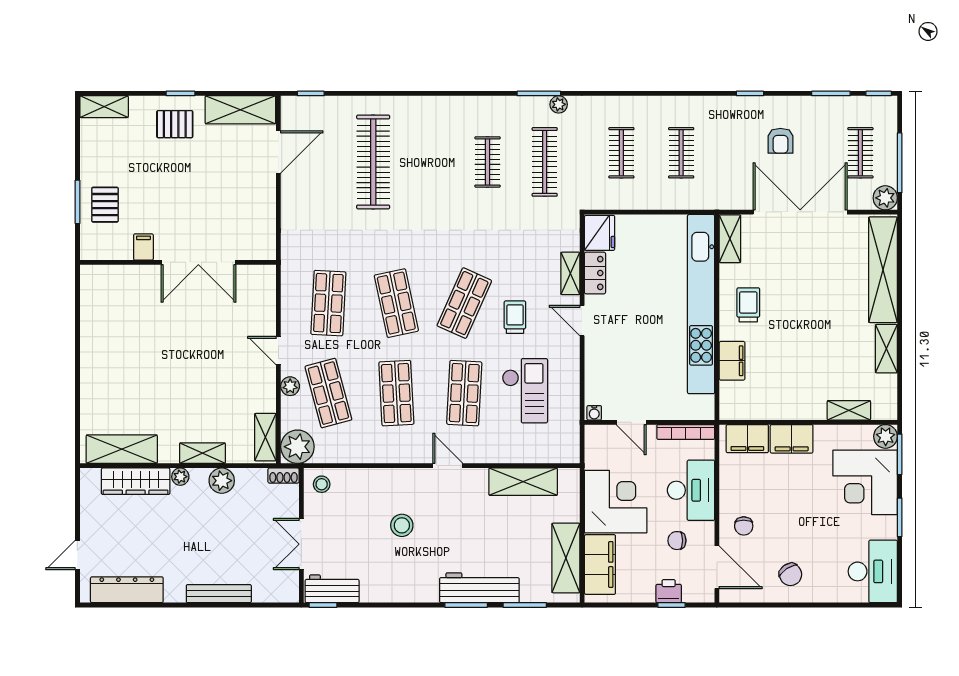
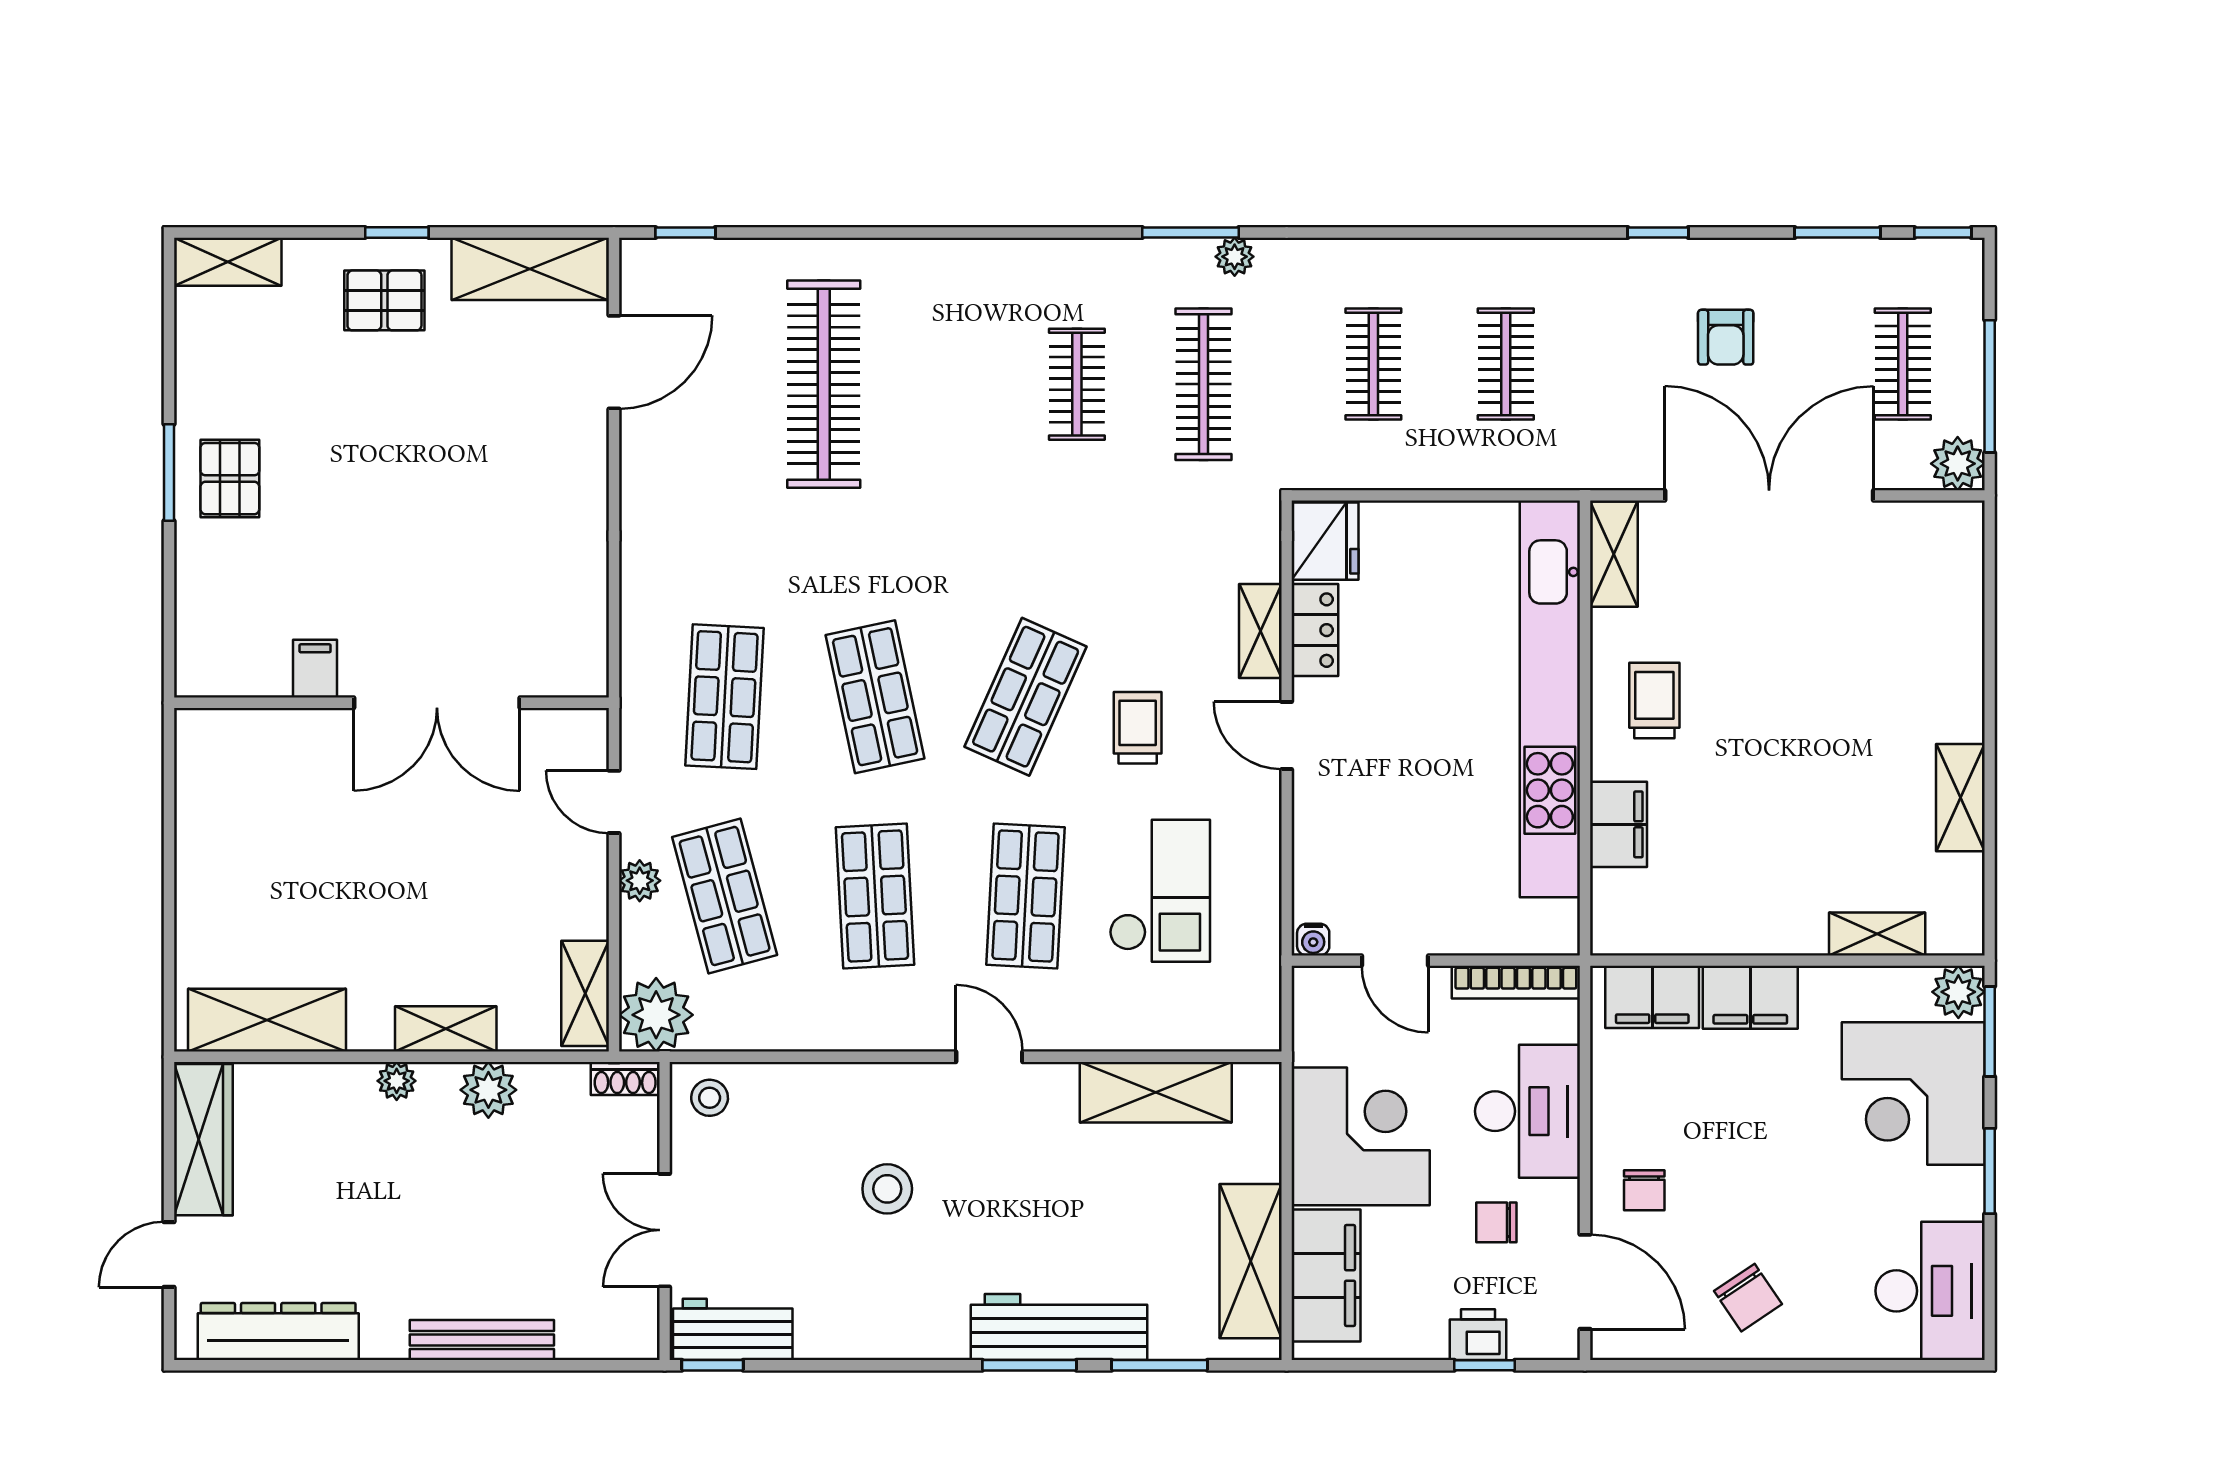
filing cabinet: (143, 247) -> (315, 669), moved
wall: (178, 262) -> (391, 703), moved
double door: (198, 262) -> (437, 703), moved
shelving: (883, 270) -> (1953, 623), removed
wardrobe: (136, 481) -> (203, 1140), moved, turned -90

